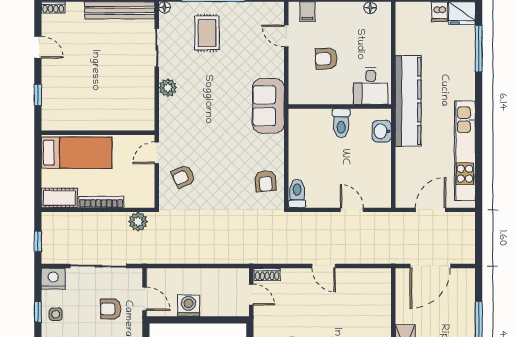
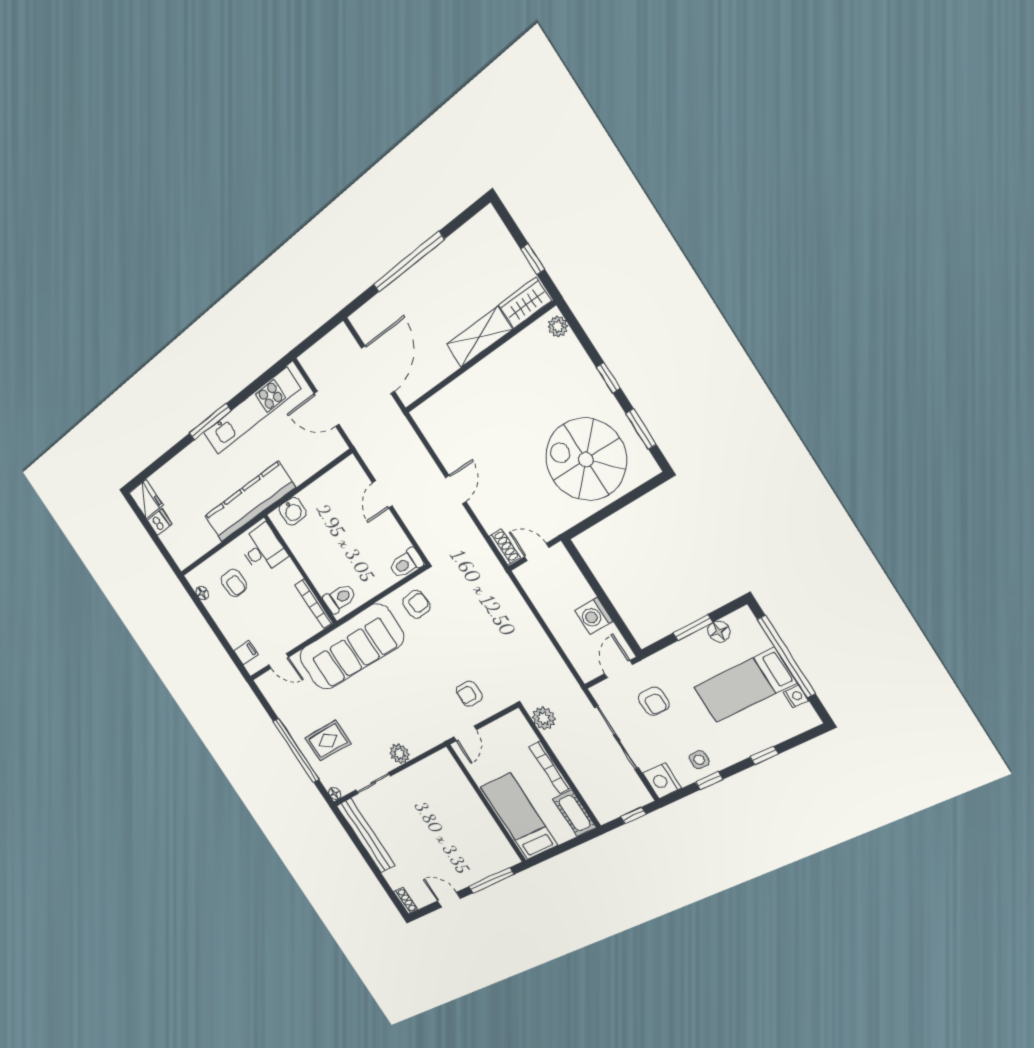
door: (286, 36) -> (279, 661), hinge flipped
door: (38, 47) -> (449, 900), hinge flipped
window: (479, 49) -> (210, 422), moved
armchair: (326, 59) -> (234, 583), moved
window: (38, 95) -> (491, 880), width x2.17
bookcase: (310, 99) -> (314, 604), added
sofa: (268, 106) -> (351, 647), width x1.85, depth x1.27
toilet: (341, 123) -> (340, 598), moved
door: (157, 153) -> (465, 734), hinge flipped
armchair: (183, 177) -> (469, 694), turned 114
door: (430, 266) -> (378, 370), hinge flipped
door: (251, 295) -> (537, 552), hinge flipped

